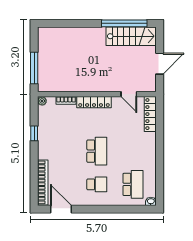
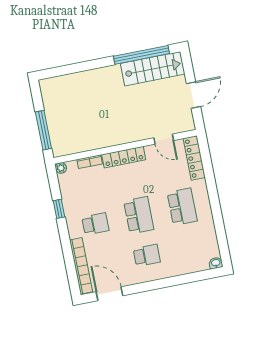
school desk: (61, 151) -> (95, 224), added
school desk: (133, 184) -> (182, 207), moved

